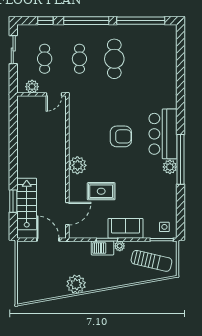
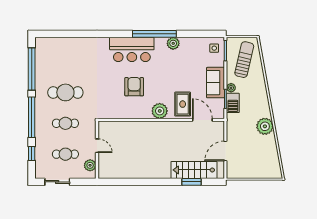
plant: (77, 165) -> (160, 111), moved
wall: (67, 167) -> (161, 120), moved
plant: (170, 167) -> (173, 43), moved
door: (67, 214) -> (202, 120), moved

